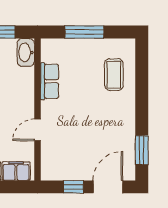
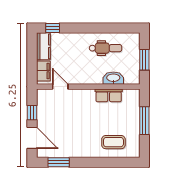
washbasin: (26, 52) -> (113, 78), moved
door: (37, 130) -> (60, 87), moved

